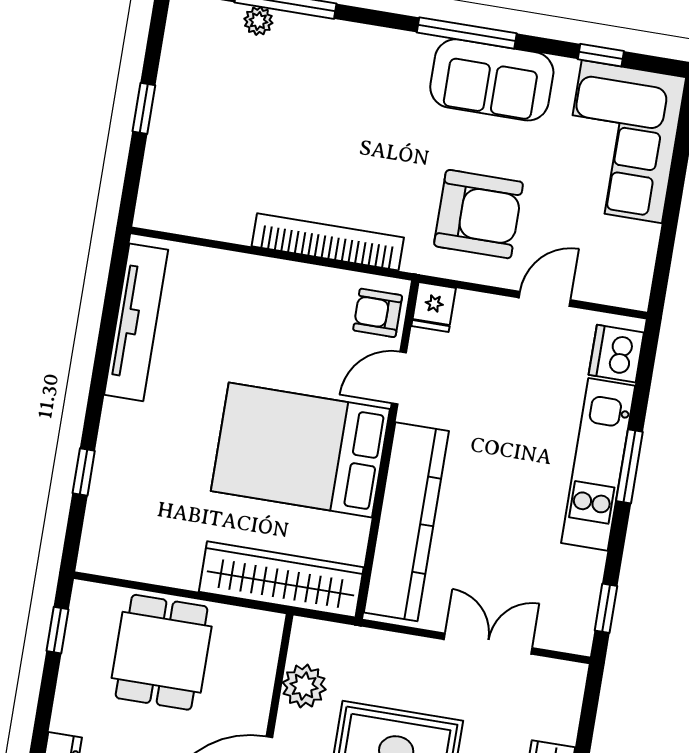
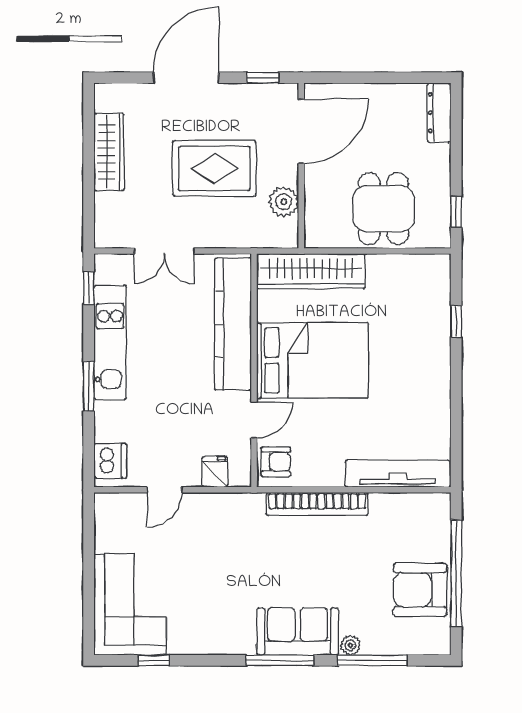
plant: (258, 21) -> (350, 645), moved
window: (467, 33) -> (280, 660), moved
sofa: (492, 80) -> (298, 632), moved
window: (144, 108) -> (456, 573), width x3.17
armchair: (479, 214) -> (420, 590), moved
fridge: (434, 307) -> (215, 472), moved
tv unit: (136, 322) -> (398, 474), moved, turned 90
kitchen unit: (598, 464) -> (110, 342), moved

